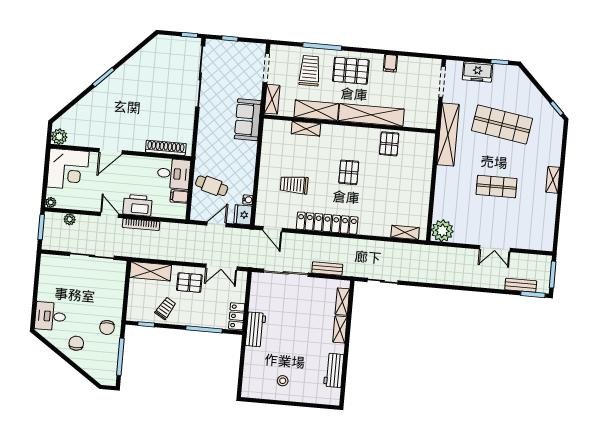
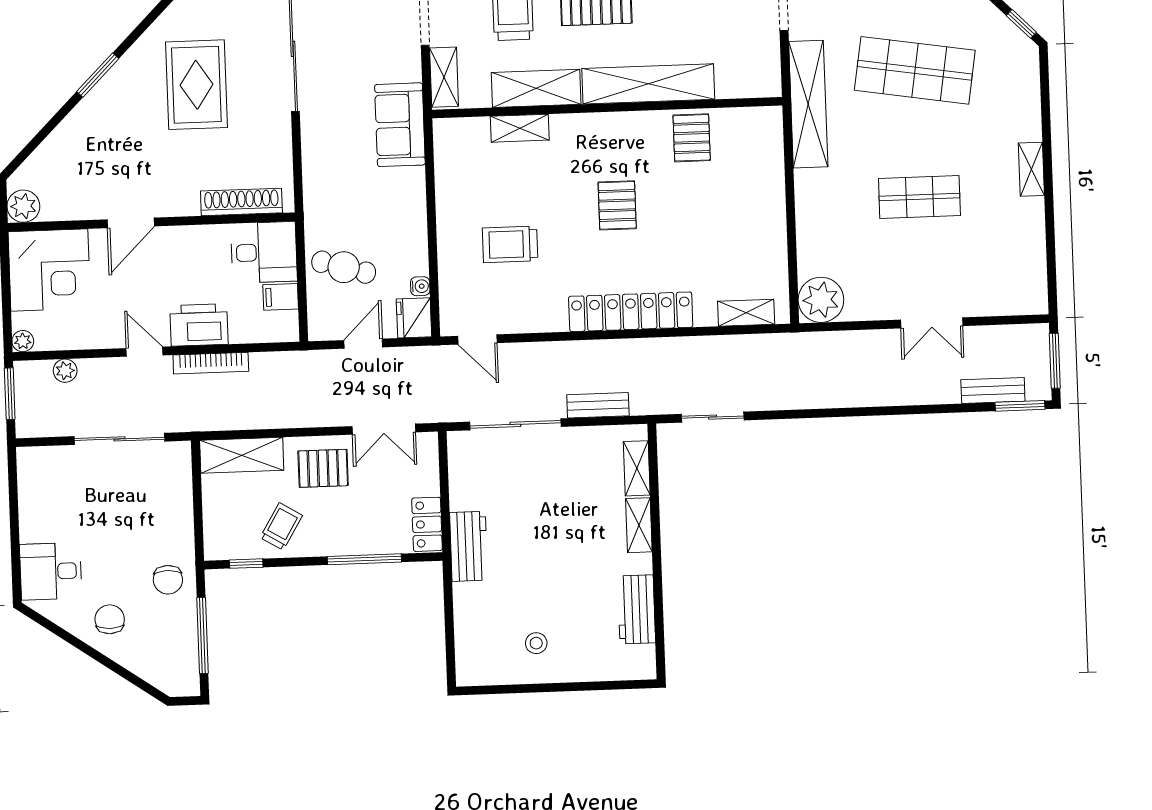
rug: (151, 88) -> (196, 85), added
locker: (327, 223) -> (631, 312), moved

